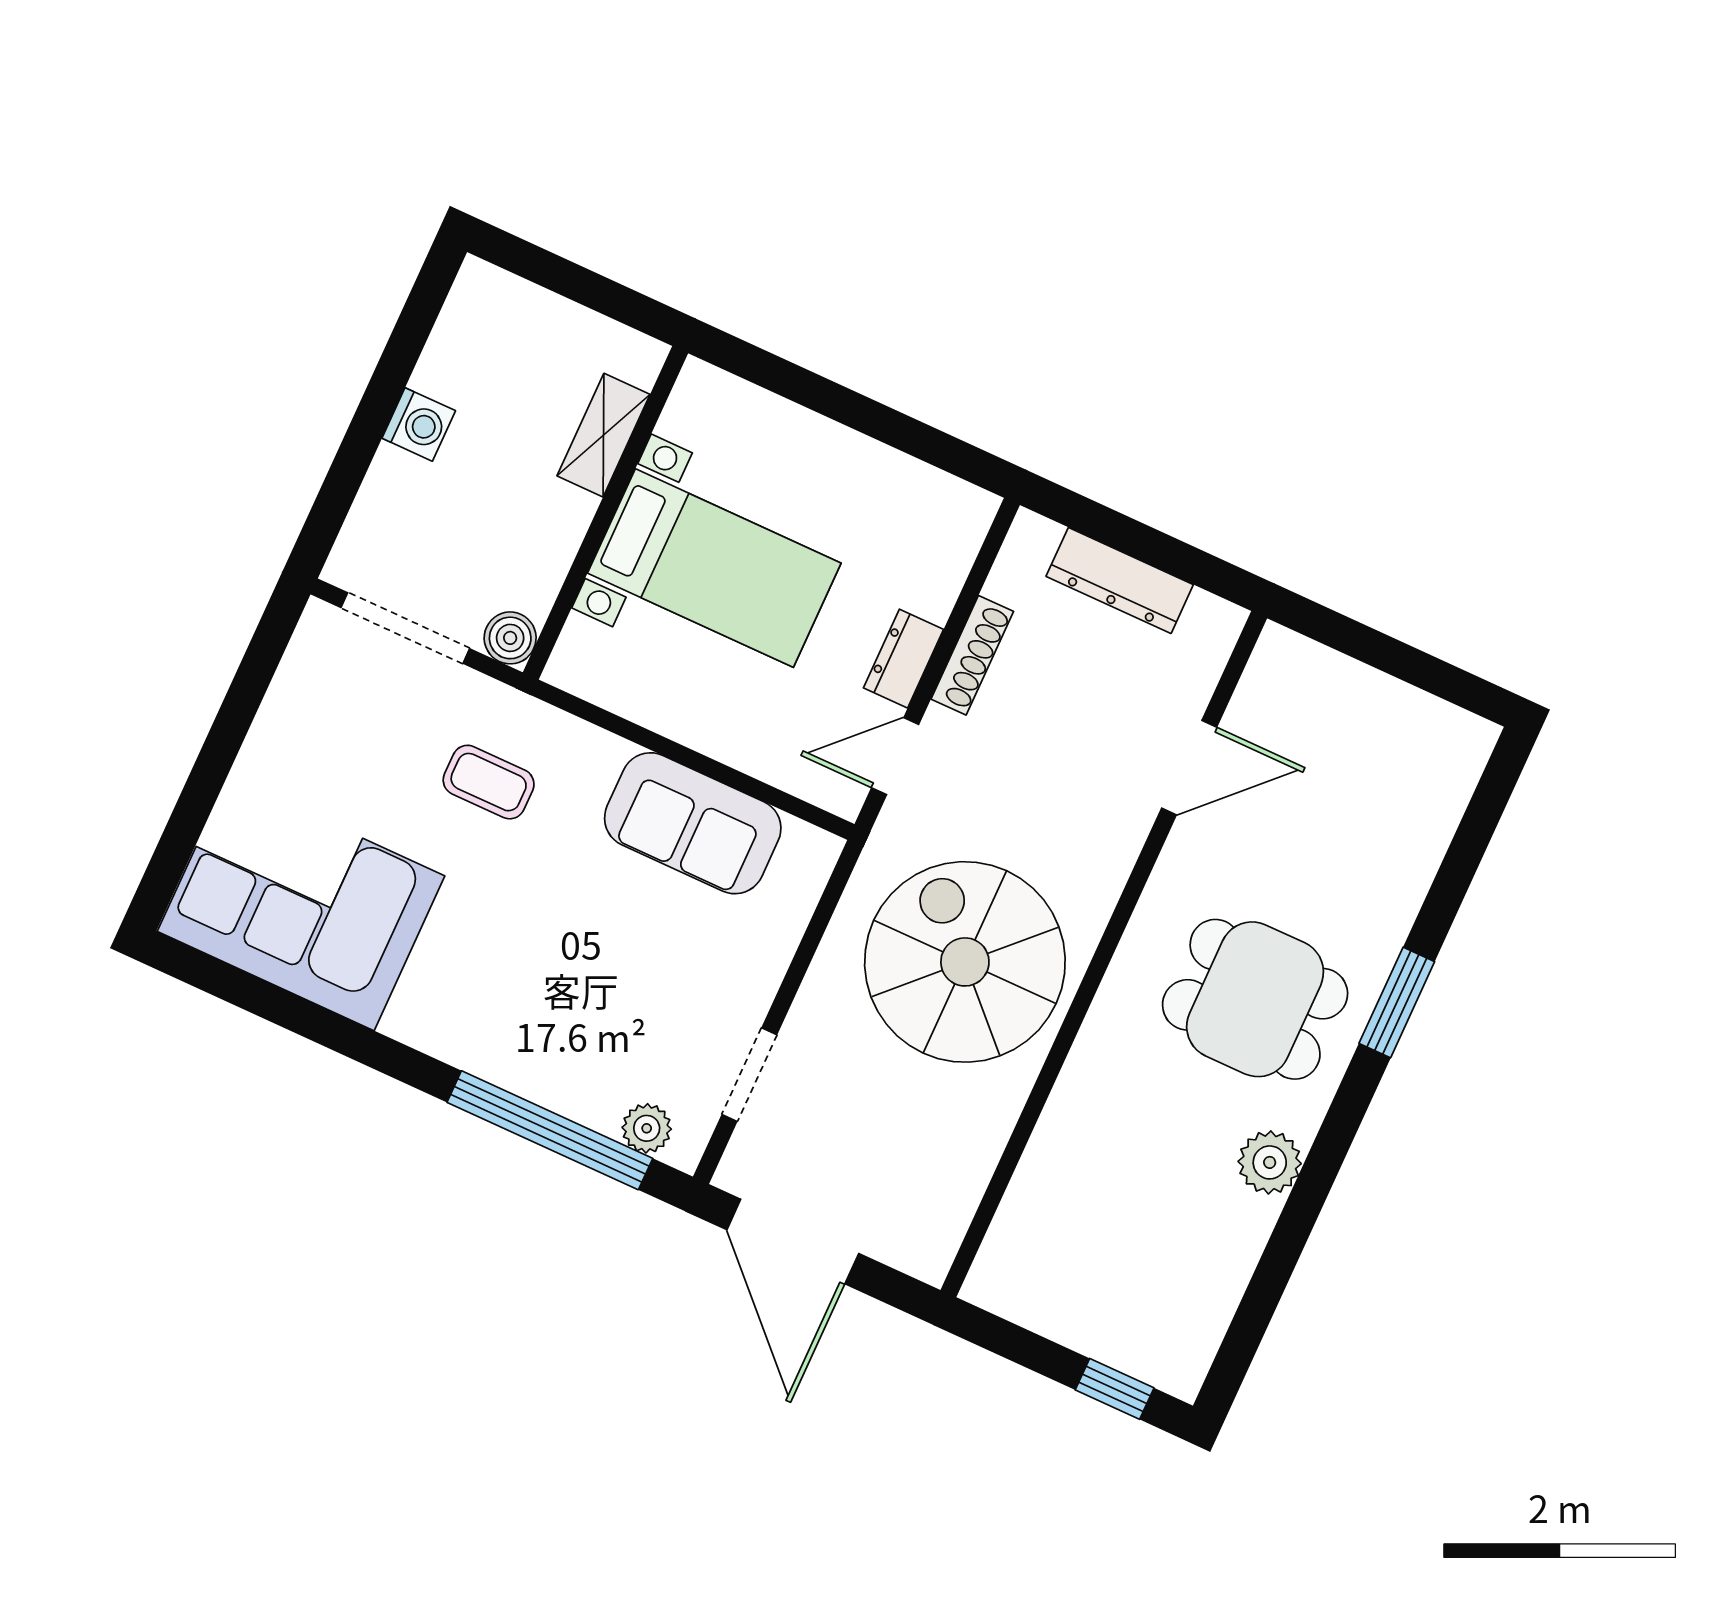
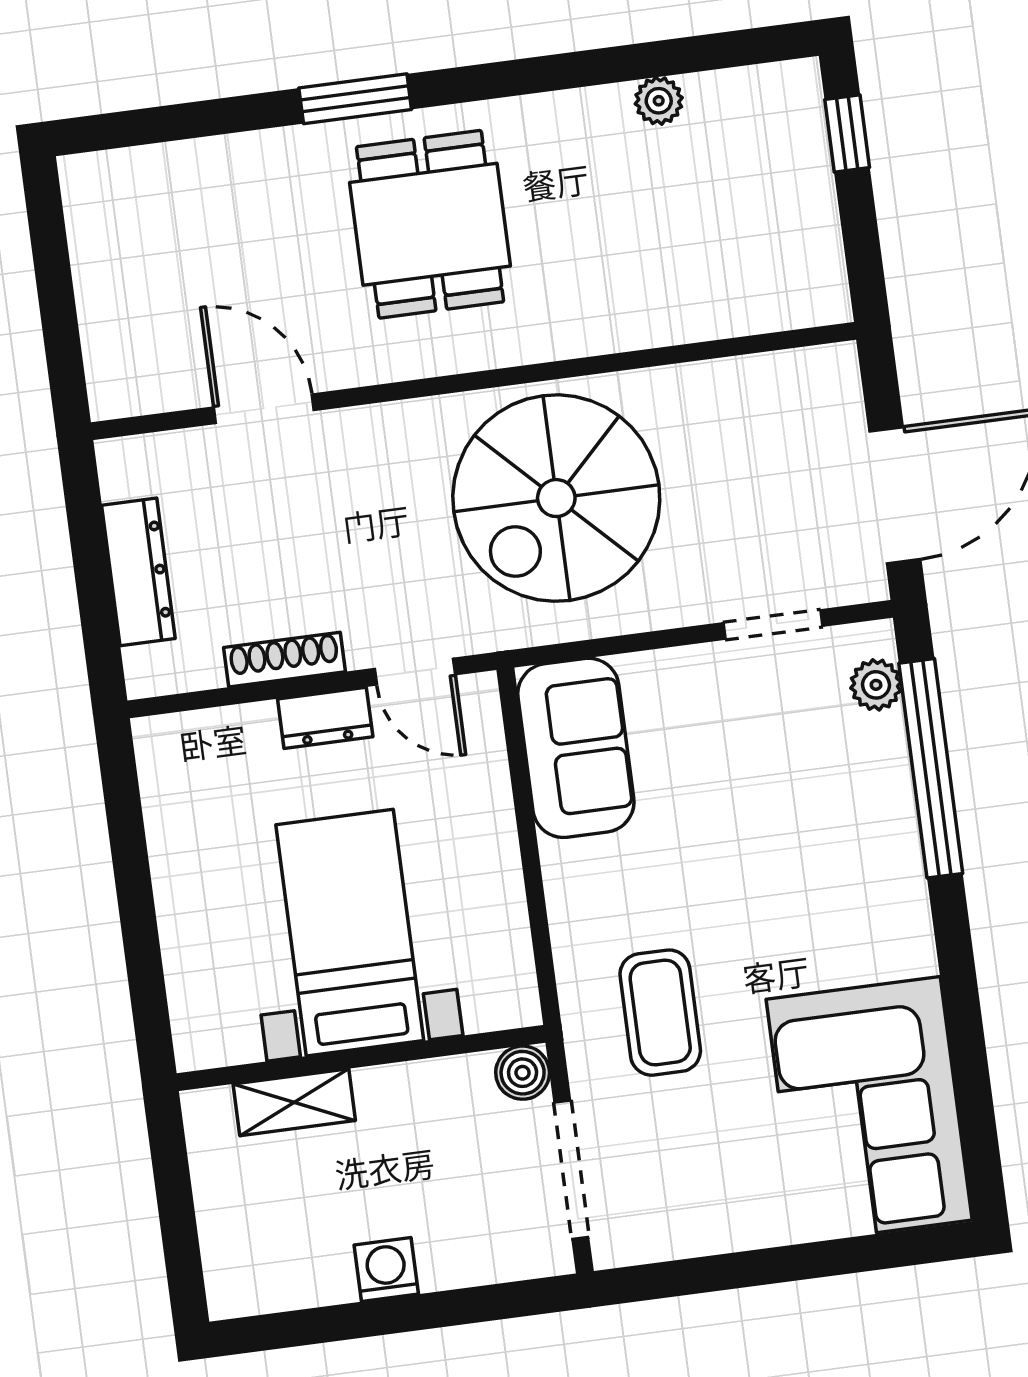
coffee table: (489, 782) -> (660, 1013), width x1.36, depth x1.30
sofa: (693, 823) -> (576, 748), moved
plant: (1270, 1162) -> (659, 101), moved, width x0.73, depth x0.73

